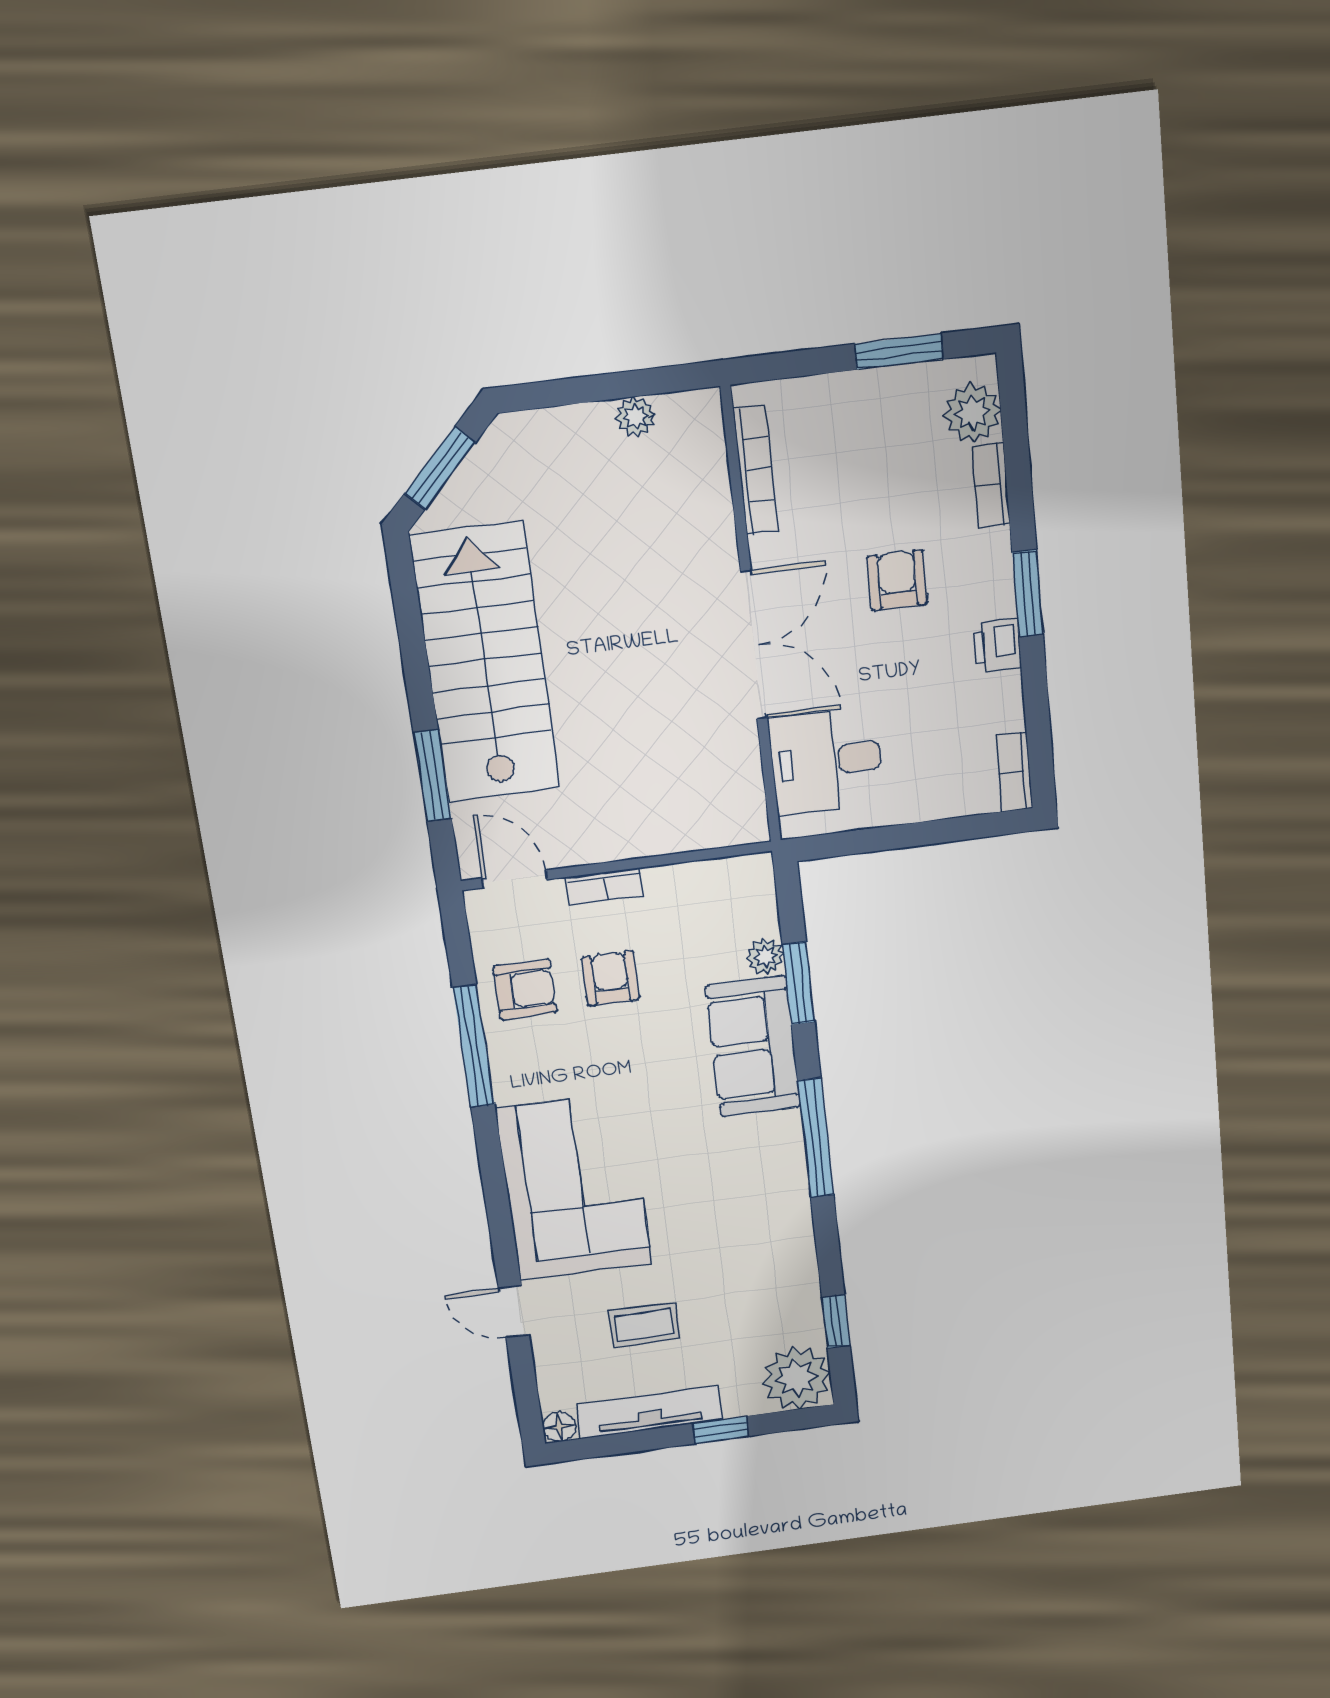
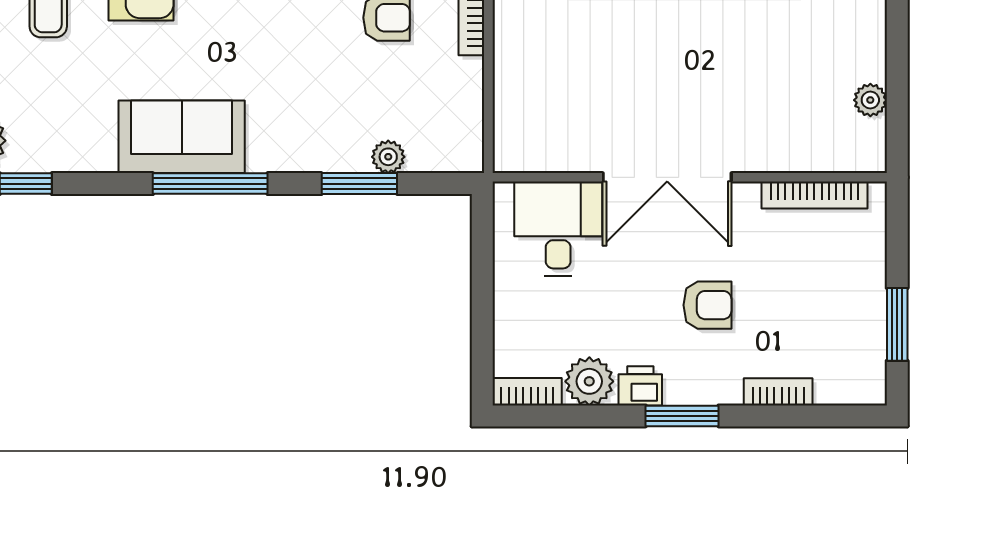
plant: (972, 413) -> (589, 381), moved
sofa: (753, 1047) -> (182, 137), moved

